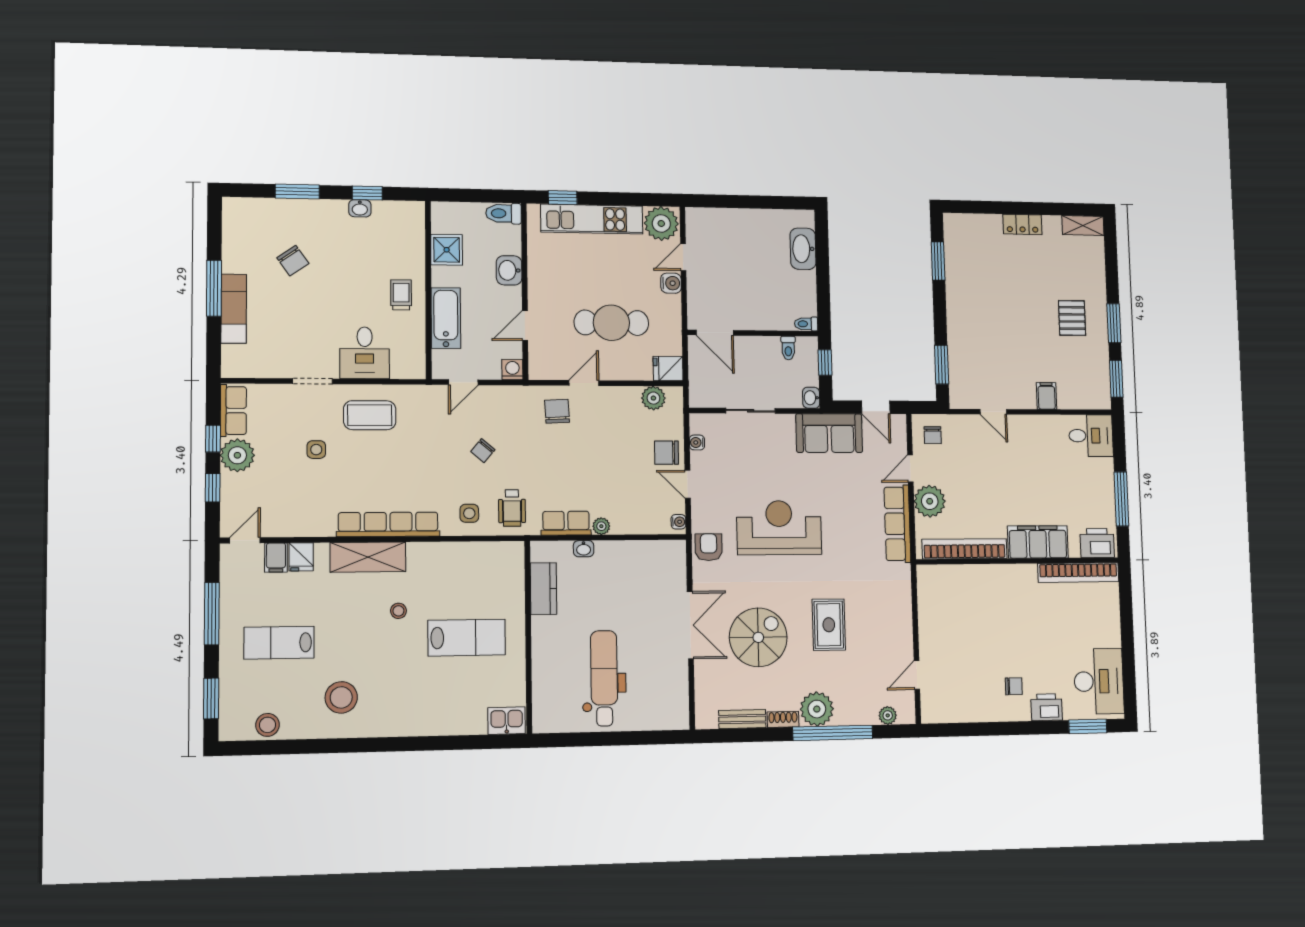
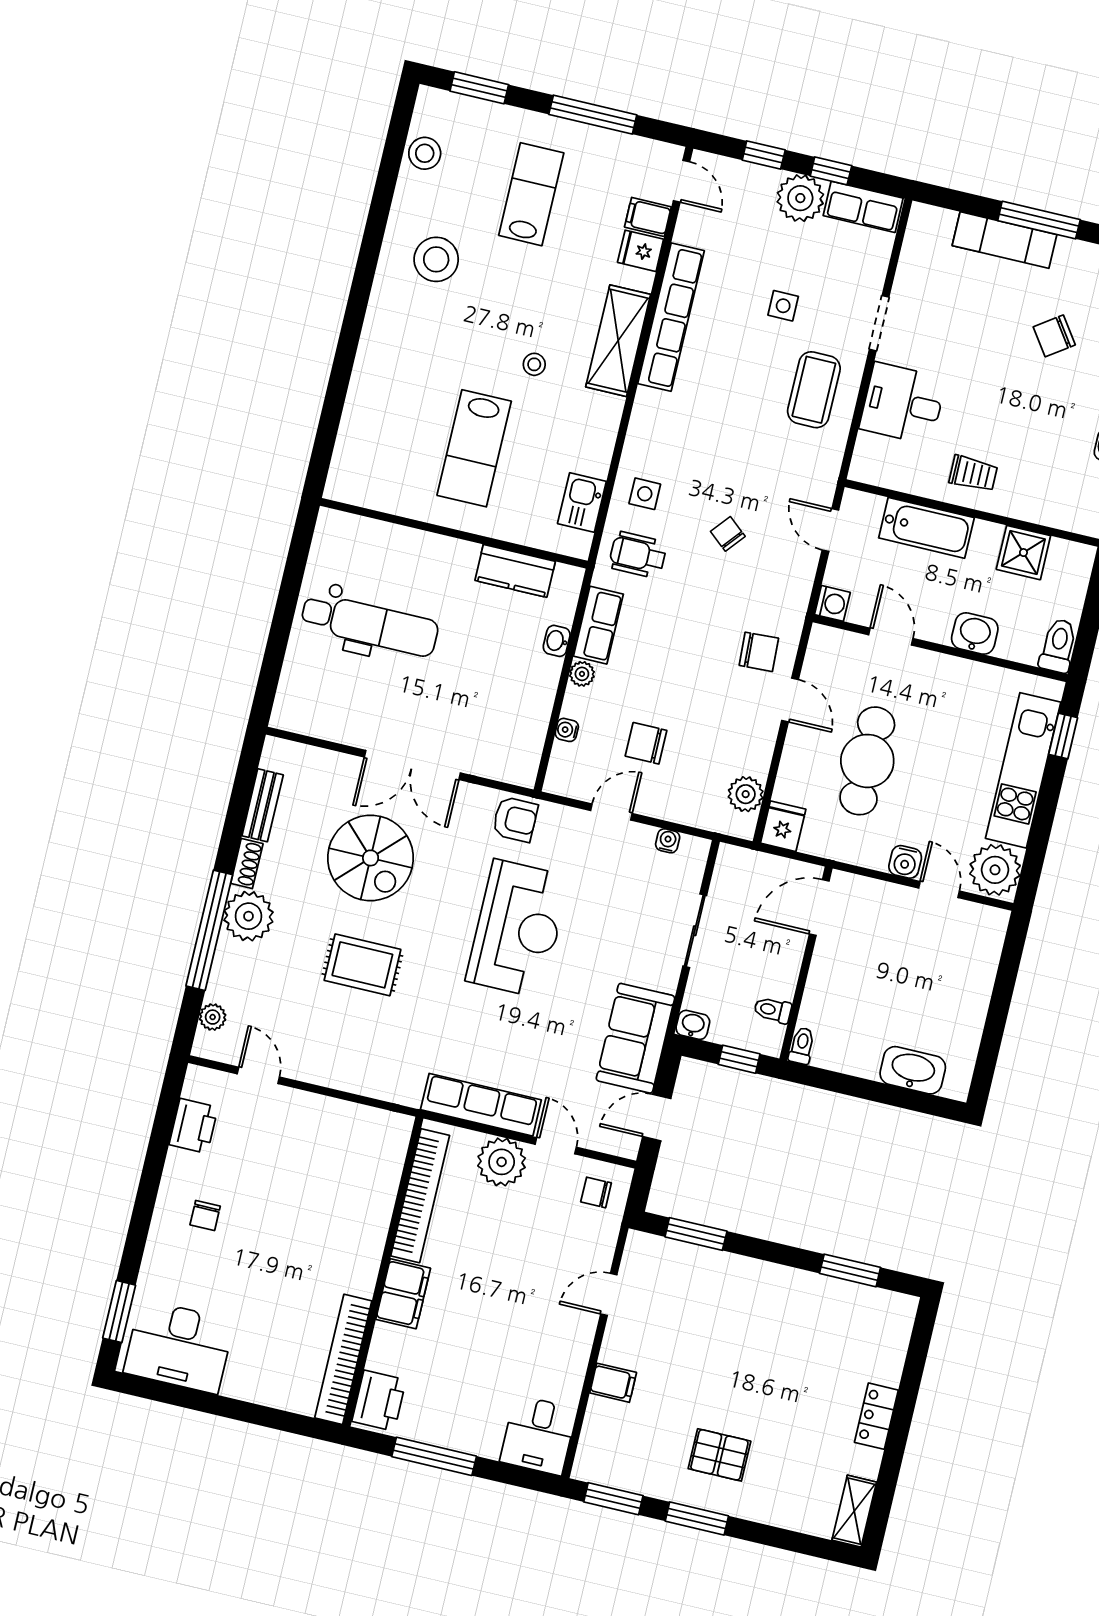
chair: (667, 453) -> (646, 743), moved, turned -90
water cooler: (678, 522) -> (567, 730), moved, turned 90
row of seats: (388, 524) -> (671, 317), moved
filing cabinet: (1038, 542) -> (403, 1294), width x0.67, depth x0.86
printer: (1047, 707) -> (193, 1126), moved
kitchen sink: (507, 721) -> (582, 502), moved, turned 180

